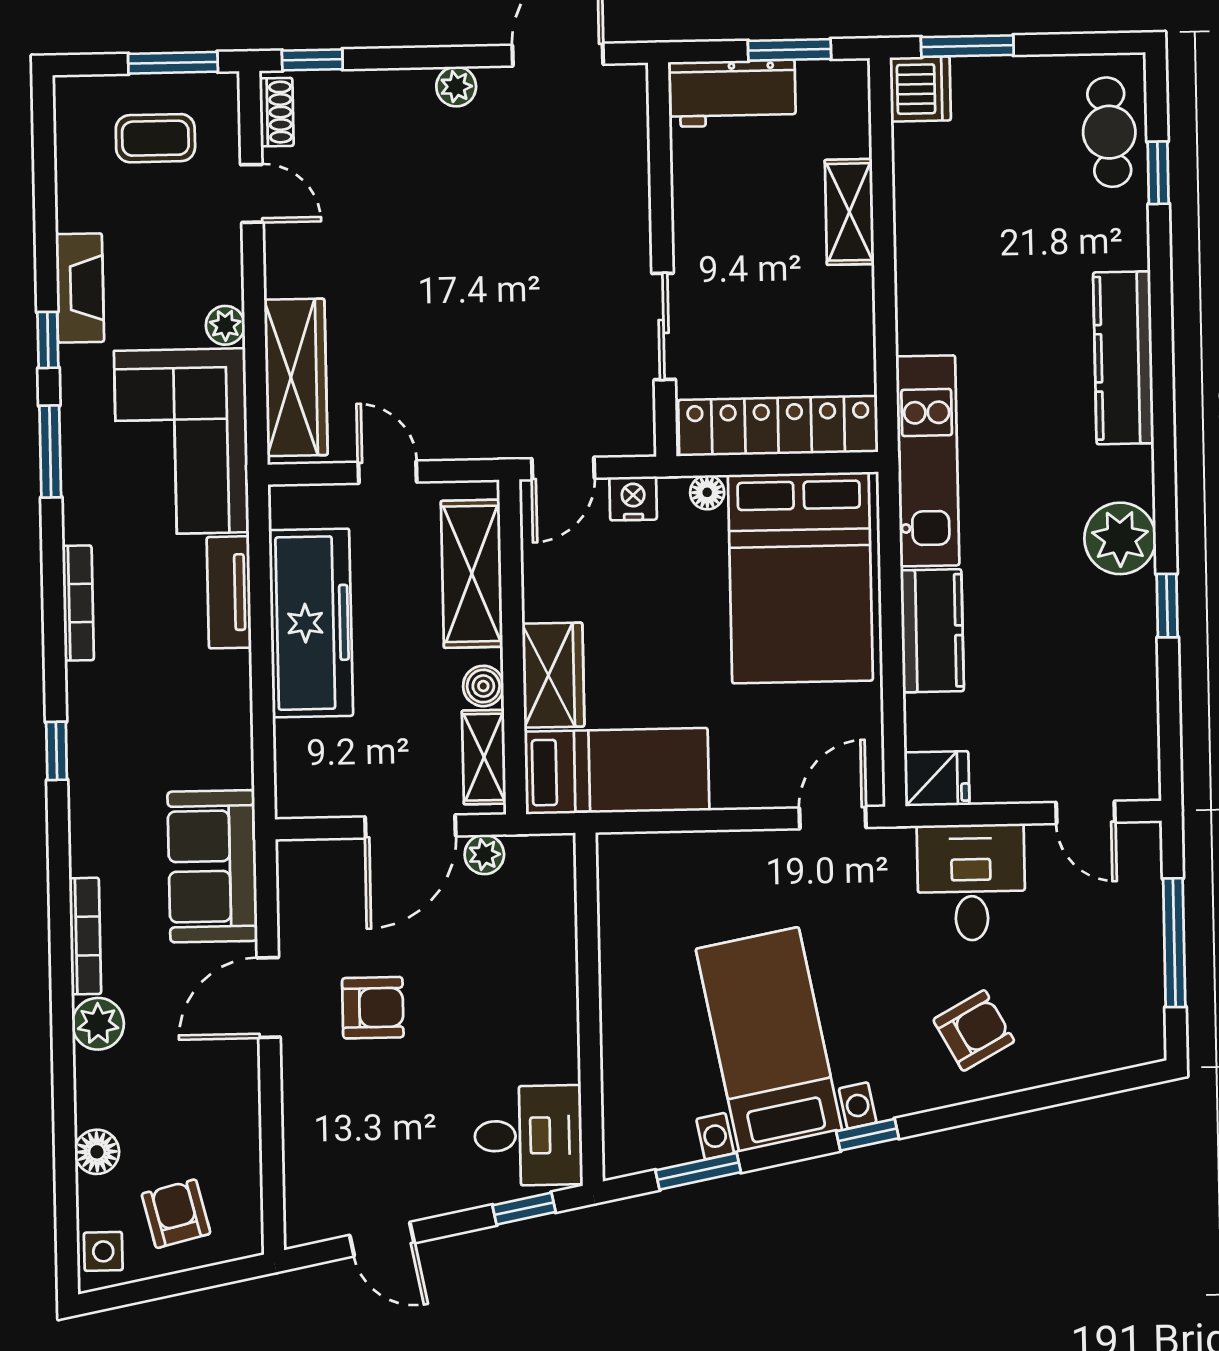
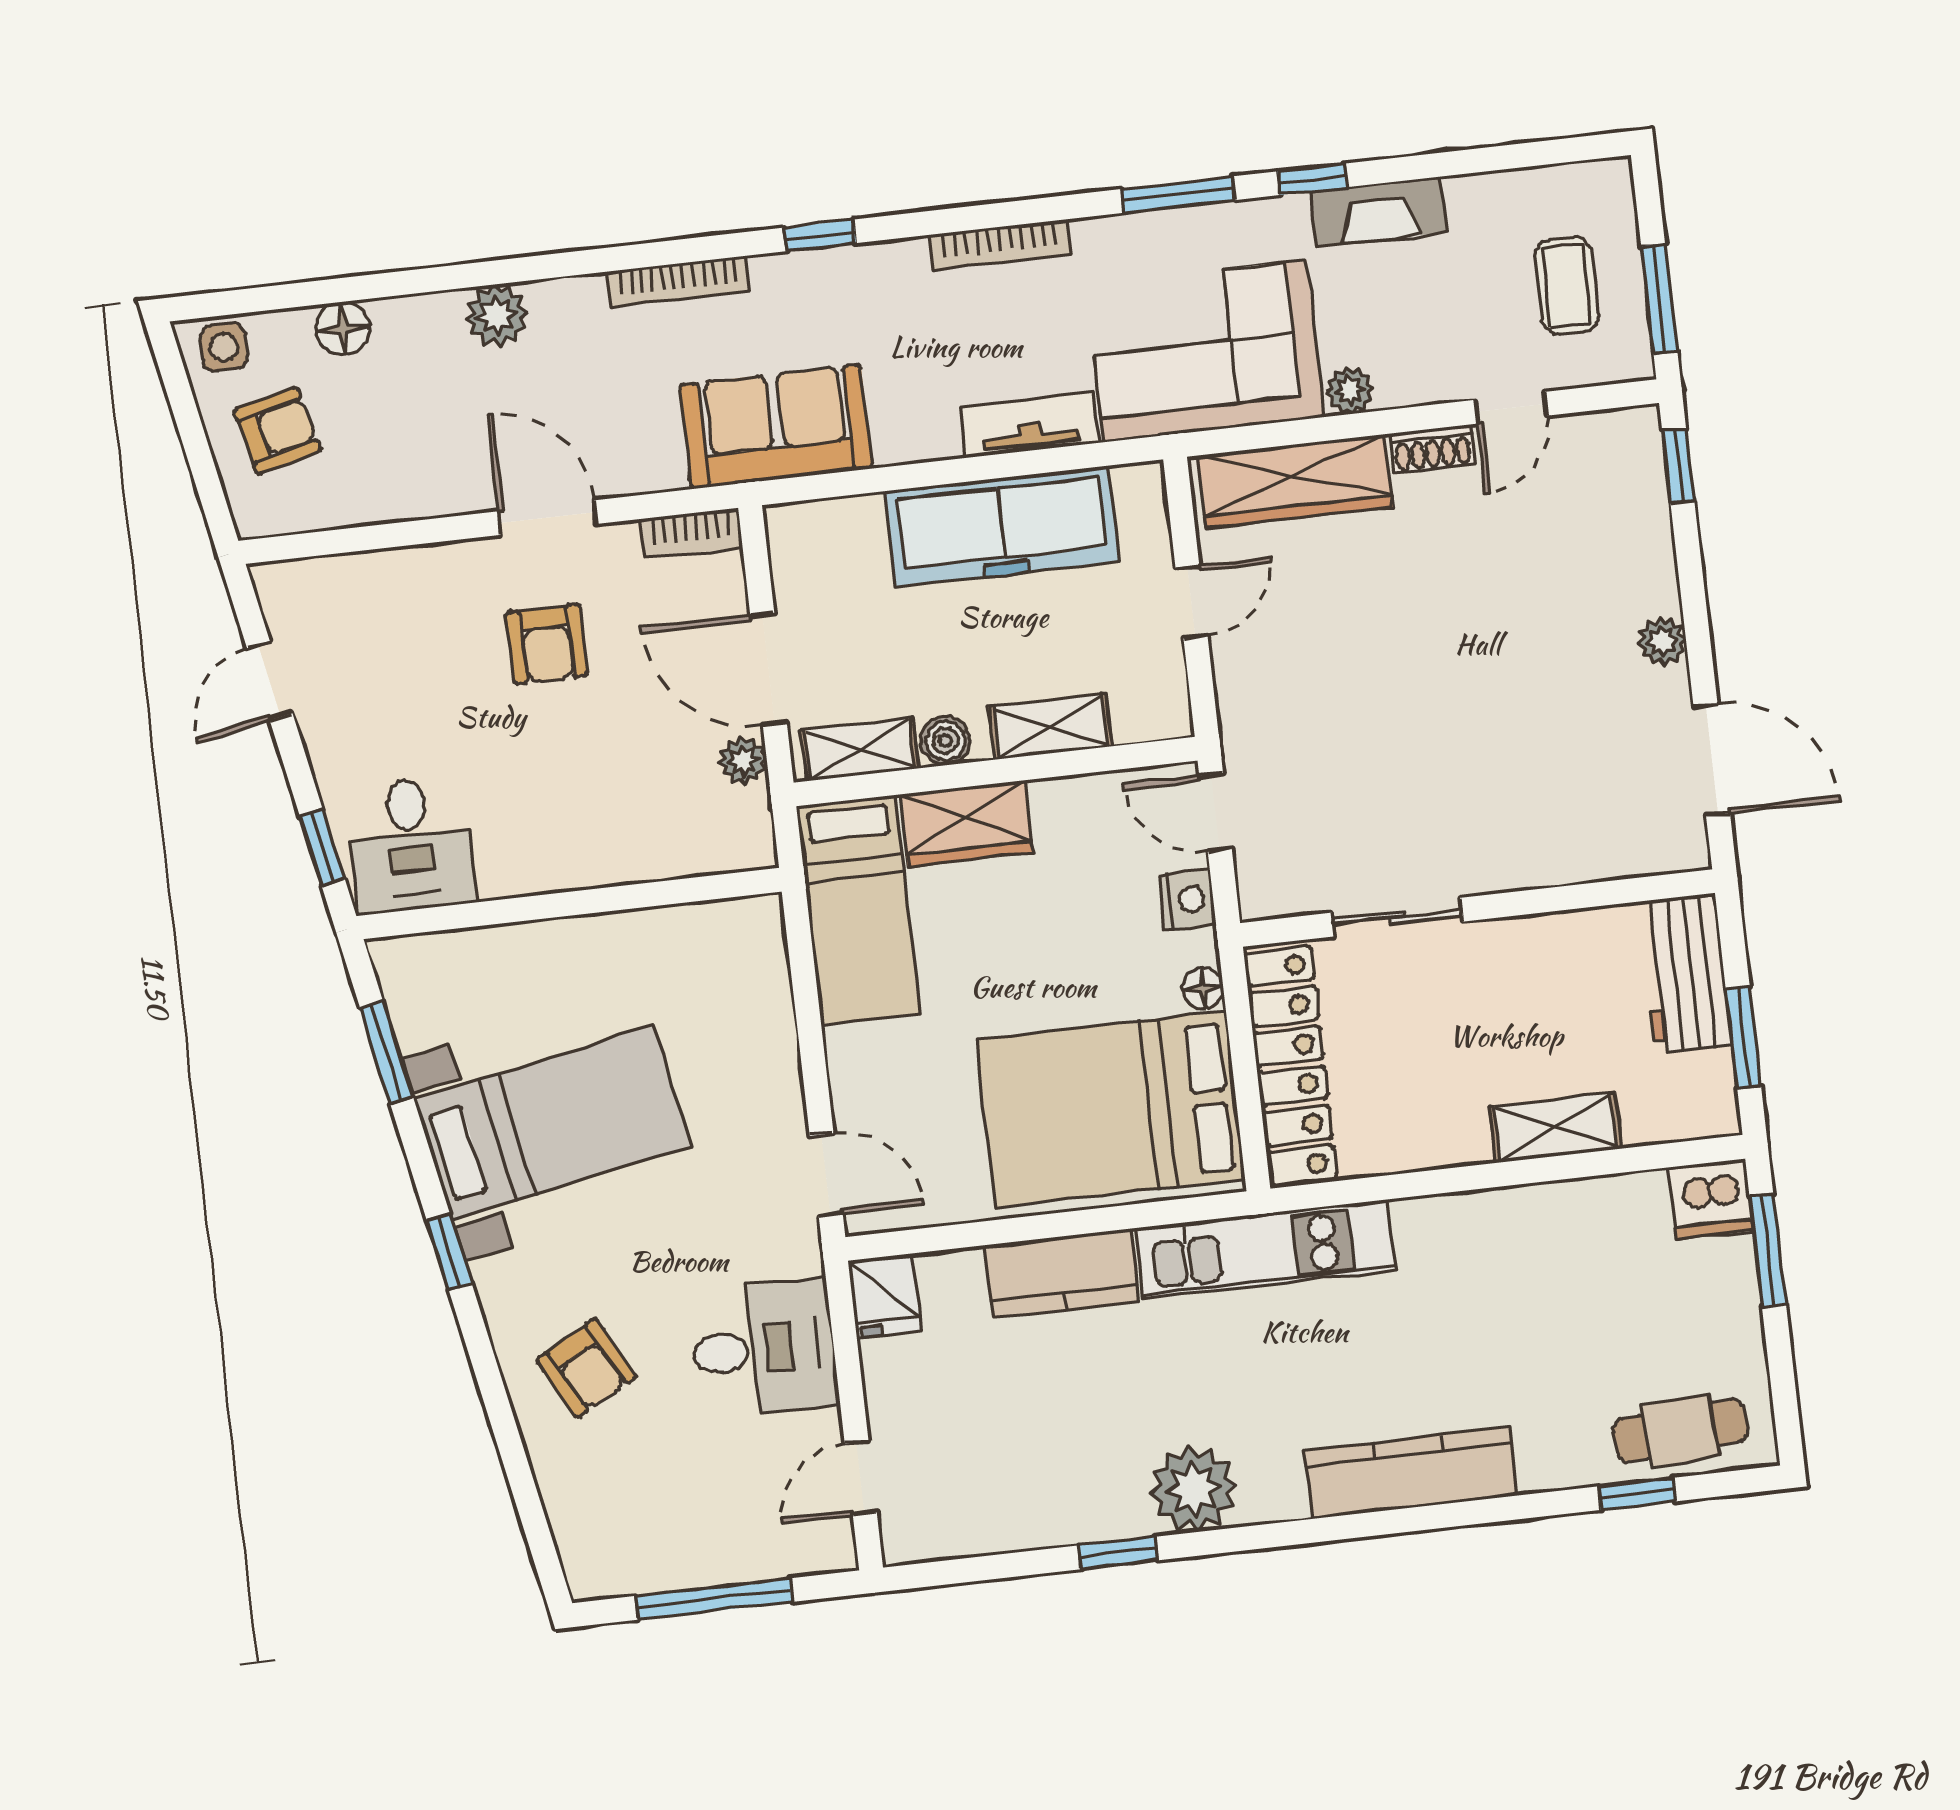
shoe rack: (276, 112) -> (1432, 449), moved
shelving: (472, 574) -> (1050, 727), width x0.67, depth x0.75
sofa: (212, 866) -> (776, 427), moved
bookcase: (292, 880) -> (691, 533), added
bookcase: (85, 936) -> (678, 282), moved

